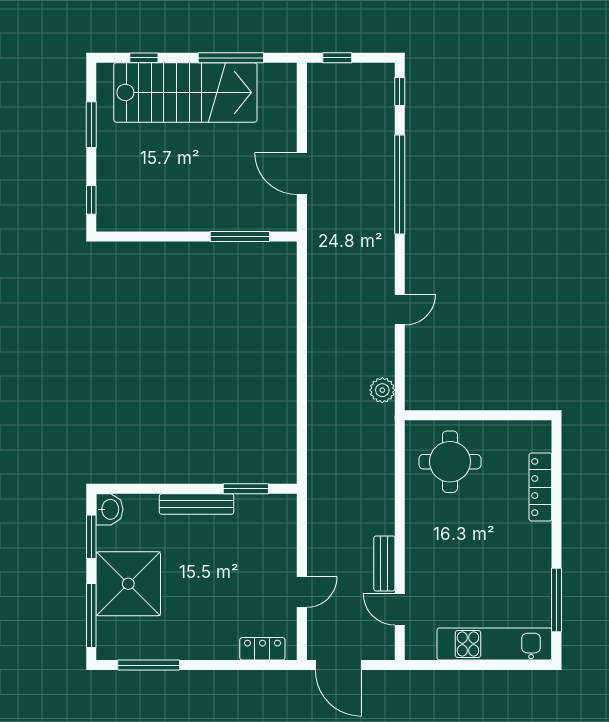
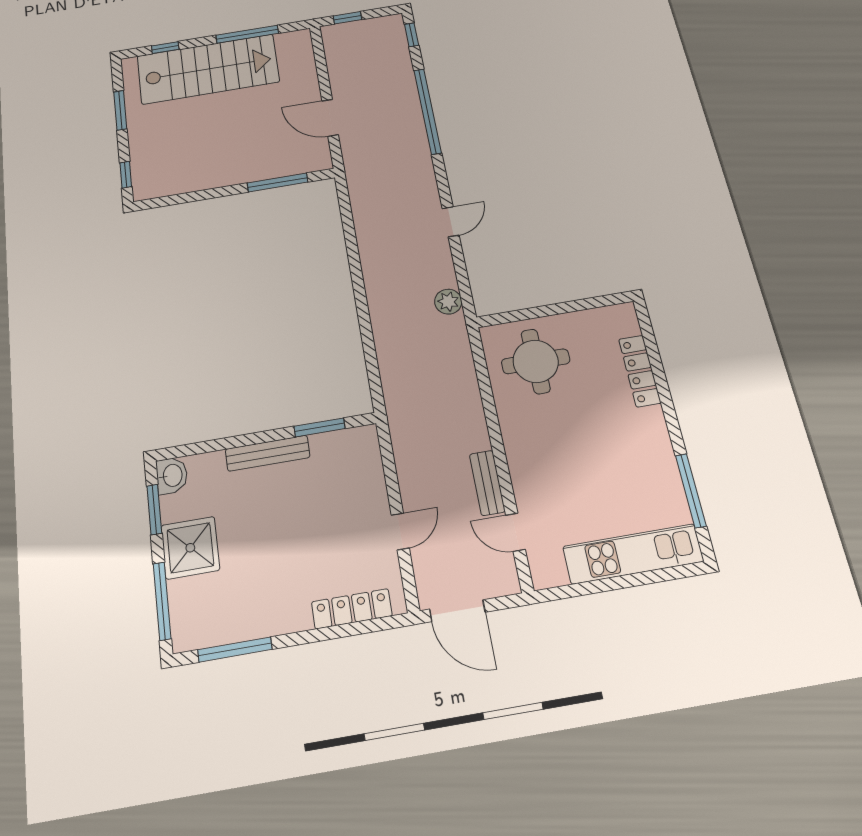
shower: (128, 584) -> (190, 548), width x0.73, depth x0.73
locker: (262, 649) -> (352, 609), width x1.53

